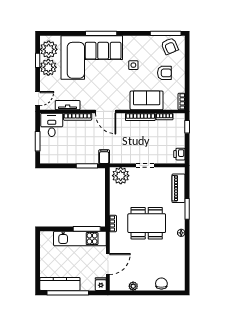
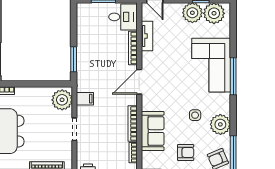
plant: (141, 44) -> (220, 124), added
corner sofa: (92, 57) -> (211, 65), width x0.73, depth x0.74
armchair: (164, 73) -> (186, 152), turned -90
filing cabinet: (104, 157) -> (85, 99), moved

